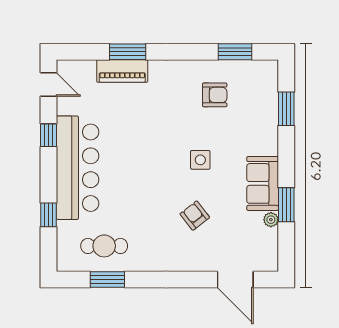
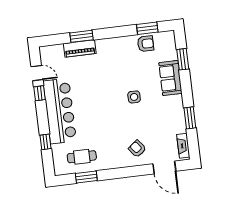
door: (49, 85) -> (37, 73), moved
armchair: (215, 95) -> (146, 44), moved
sofa: (263, 183) -> (170, 78), moved
armchair: (195, 216) -> (137, 149), moved
plant: (271, 220) -> (182, 128), removed
fireplace: (270, 248) -> (183, 146), added

